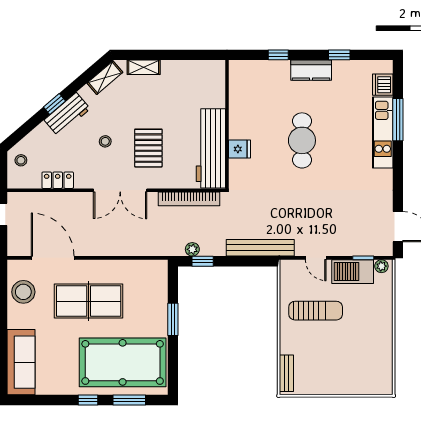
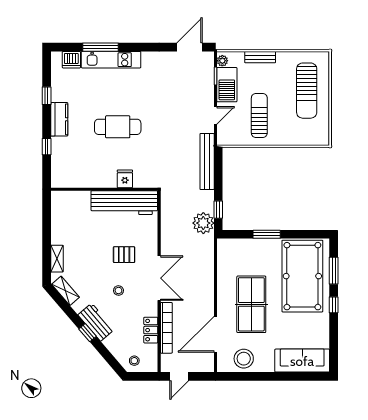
pallet: (148, 148) -> (124, 255), width x0.67, depth x0.71
bookcase: (189, 199) -> (166, 328), moved
plant: (192, 249) -> (203, 223), width x1.87, depth x1.87
sun lounger: (346, 368) -> (307, 91), added
bench: (286, 373) -> (260, 57), moved

